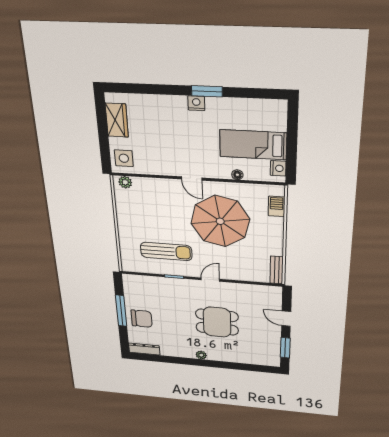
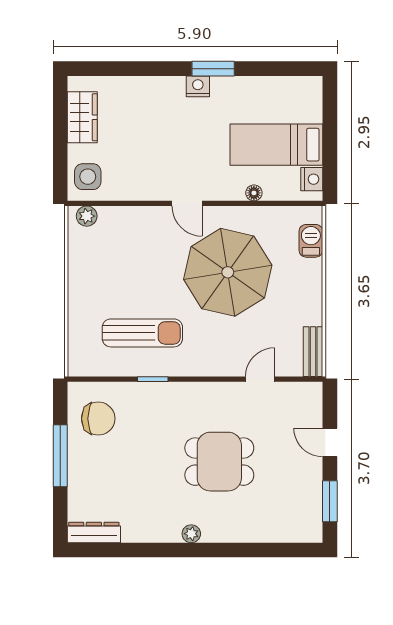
door: (210, 280) -> (260, 379), moved
chair: (142, 319) -> (98, 419), moved

